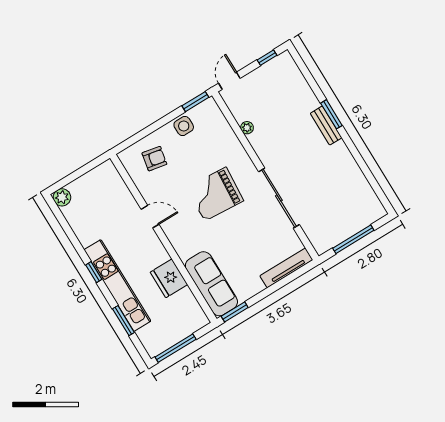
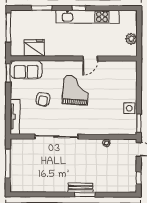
armchair: (154, 159) -> (43, 99), moved
grand piano: (215, 194) -> (76, 90), moved
plant: (62, 197) -> (131, 39), moved
fridge: (169, 278) -> (34, 48), moved
sofa: (211, 284) -> (26, 70), width x0.73
kitchen unit: (117, 285) -> (88, 17), moved

